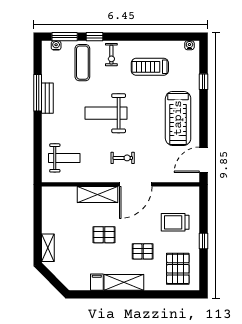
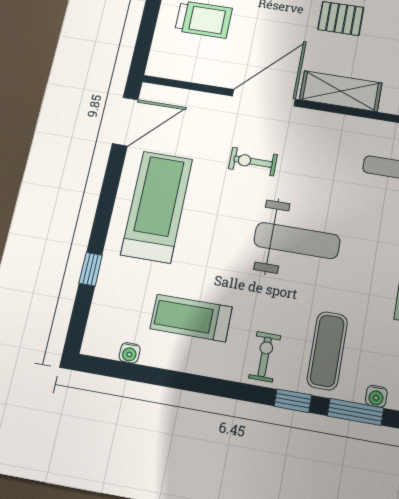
water cooler: (189, 45) -> (130, 353), moved
treadmill: (150, 67) -> (191, 318), turned 180
exercise bike: (123, 158) -> (253, 162), moved

